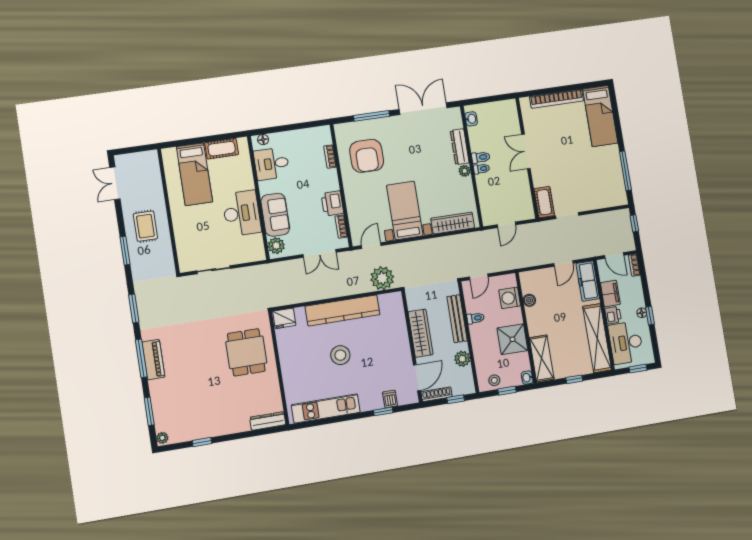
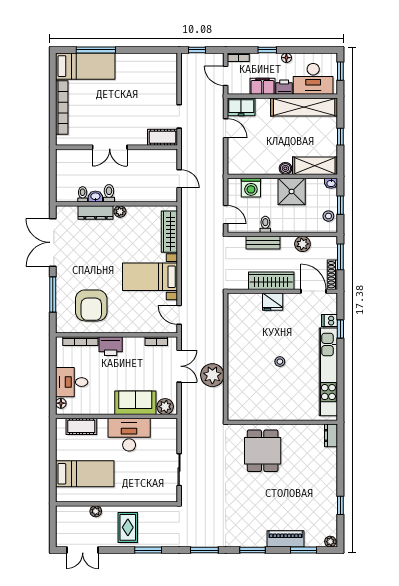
washbasin: (471, 119) -> (95, 197), moved
cot: (222, 149) -> (81, 426), moved, turned 90
armchair: (367, 156) -> (91, 305), turned 90
bookcase: (330, 157) -> (80, 341), width x1.56
desk: (272, 164) -> (72, 382), moved, turned 90
toilet: (481, 169) -> (83, 194), moved
window: (625, 171) -> (96, 50), moved
plant: (157, 191) -> (96, 511), added
printer: (332, 203) -> (111, 346), moved
rug: (145, 226) -> (128, 527), turned 90
door: (614, 255) -> (226, 76), swing flipped
plant: (382, 278) -> (212, 375), moved
freezer: (588, 281) -> (241, 107), width x0.71
boiler: (529, 300) -> (285, 168), moved
kitchen counter: (343, 310) -> (237, 353), removed
window: (650, 316) -> (267, 50), moved
fridge: (284, 318) -> (273, 302), moved, turned 90
bench: (457, 319) -> (263, 243), width x0.73
dining table: (246, 352) -> (263, 451), turned 90
stool: (340, 355) -> (280, 362), width x0.53, depth x0.53
window: (141, 358) -> (253, 550), width x0.69
piano: (153, 360) -> (286, 539), moved
window: (456, 399) -> (340, 257), width x1.50
kitchen unit: (326, 408) -> (328, 372), width x1.36
dresser: (268, 421) -> (331, 435), width x0.70

